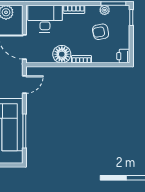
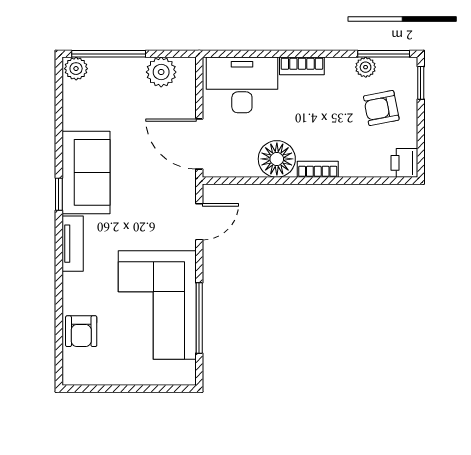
armchair: (101, 32) -> (381, 108), moved

